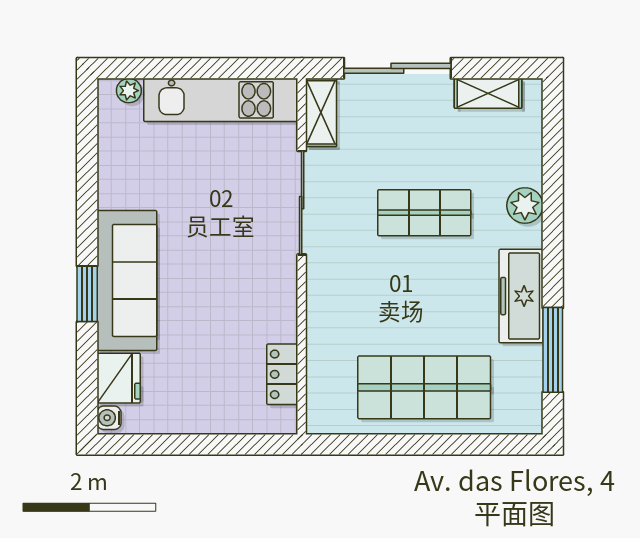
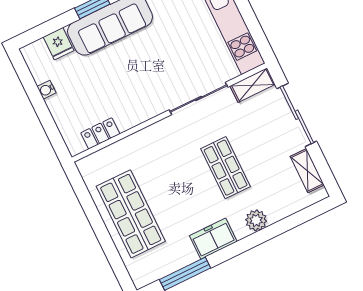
freezer: (521, 296) -> (213, 239), width x0.71
fridge: (119, 378) -> (59, 44), width x0.72
water cooler: (109, 418) -> (47, 90), moved, turned -90

